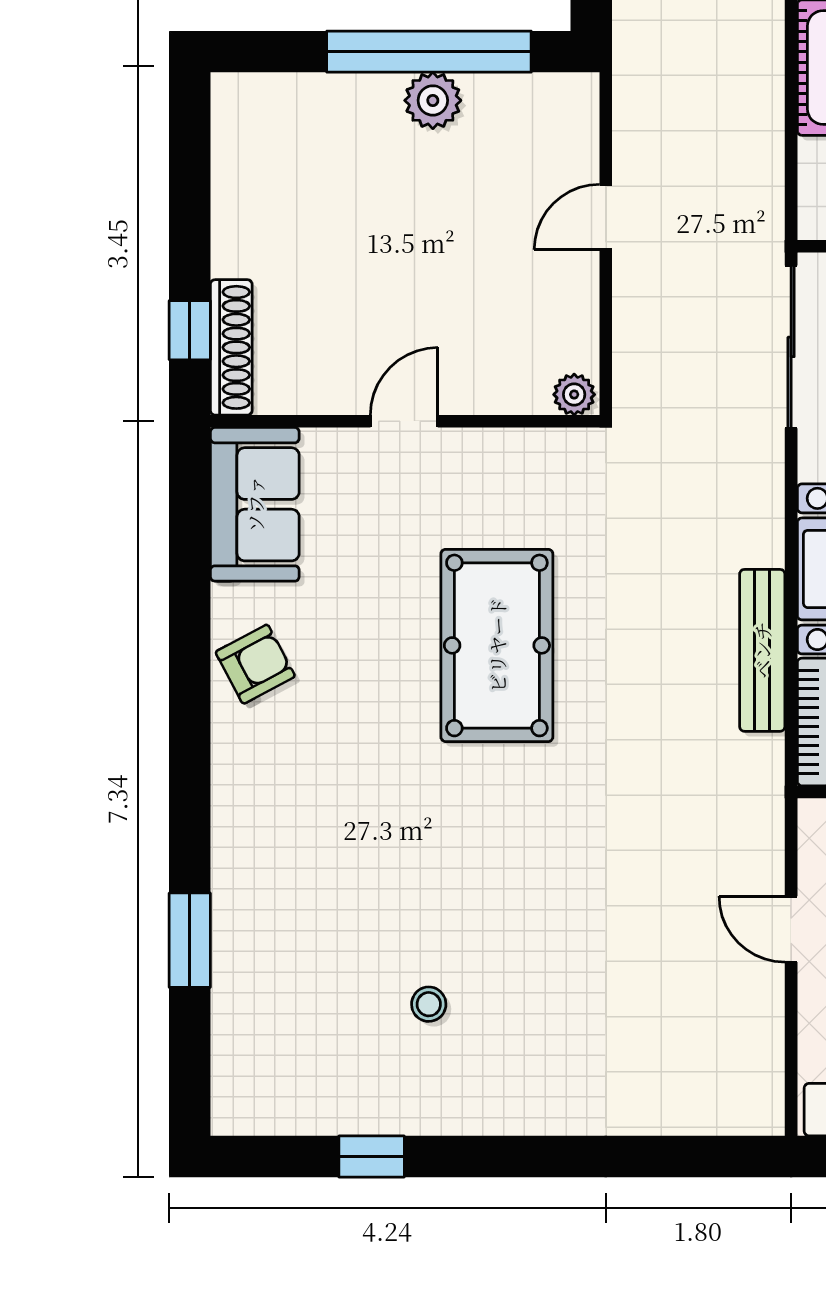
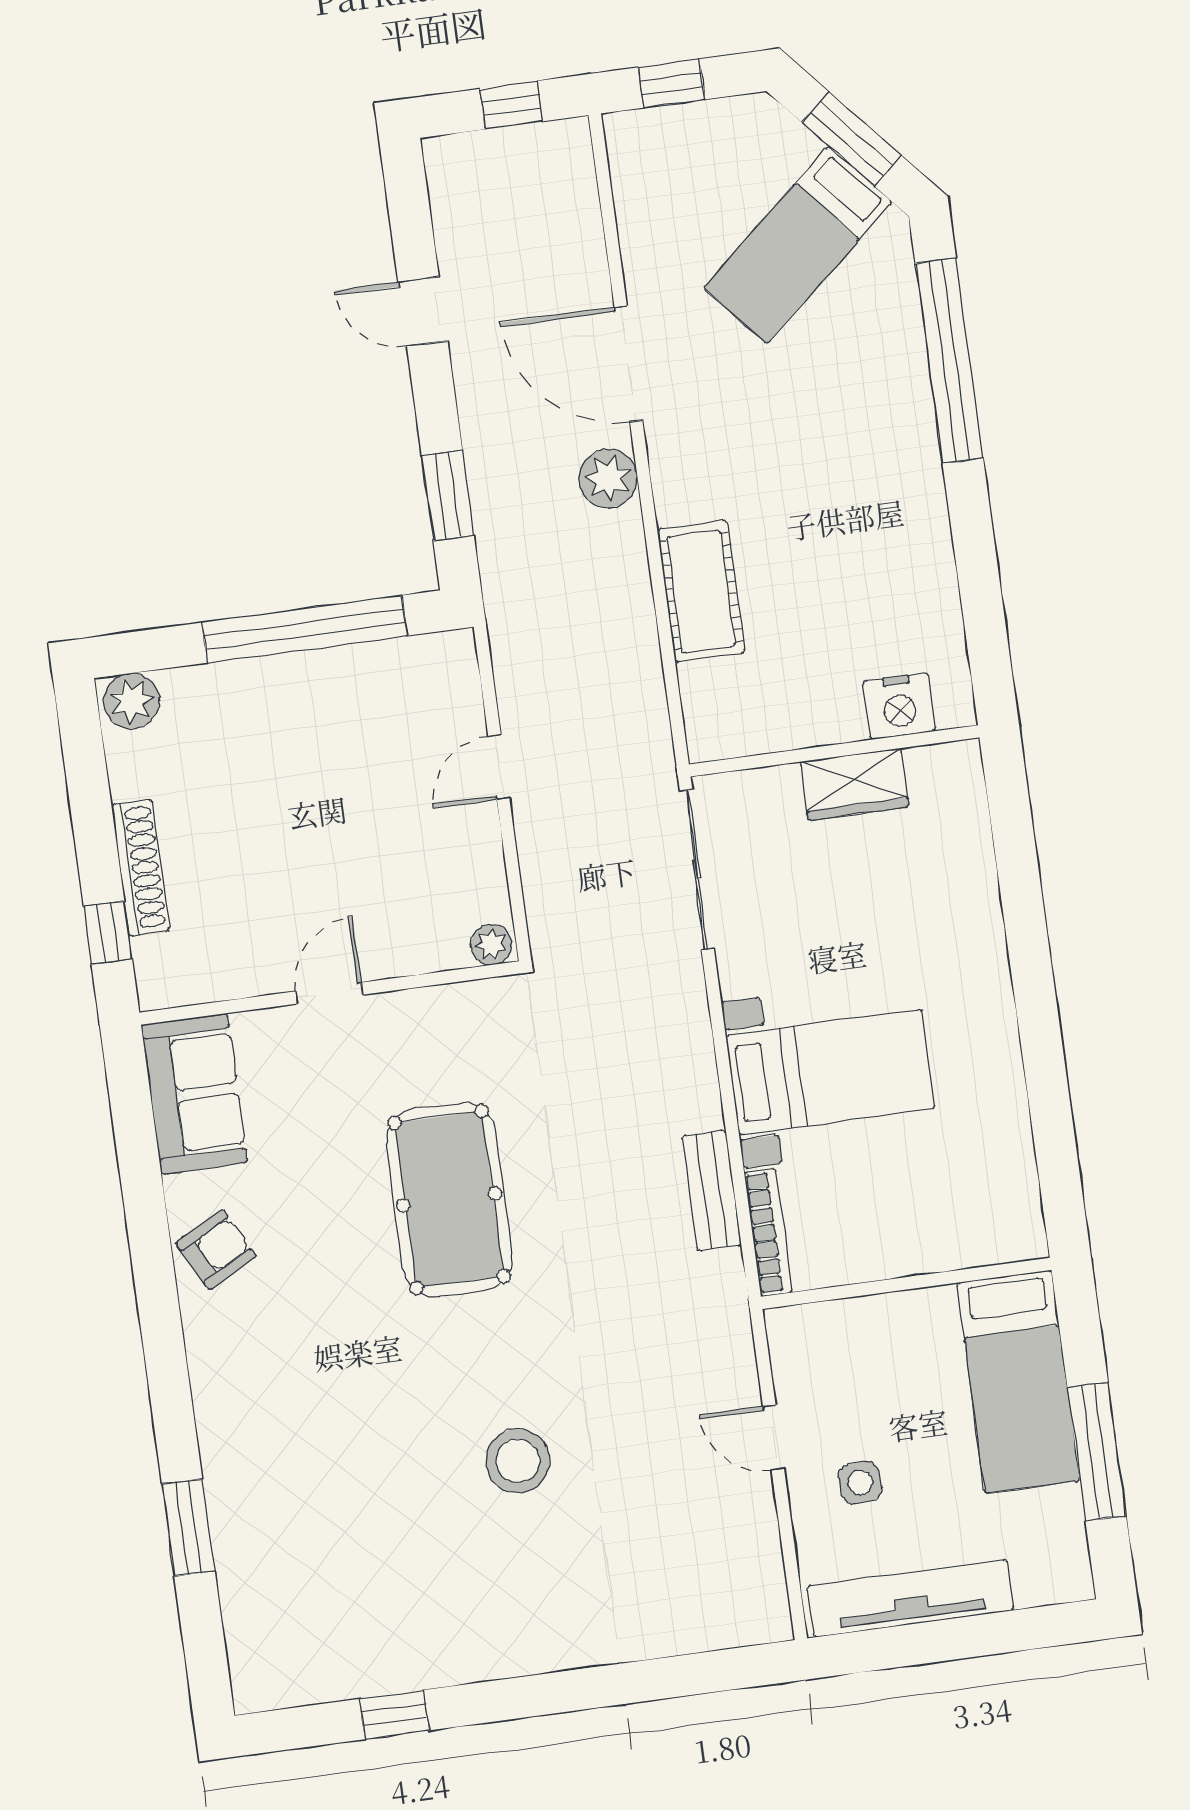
plant: (433, 100) -> (132, 701), moved
shoe rack: (231, 347) -> (140, 868), moved
bench: (762, 650) -> (712, 1190), width x0.73
stool: (429, 1004) -> (518, 1461), moved, width x1.89, depth x1.89

